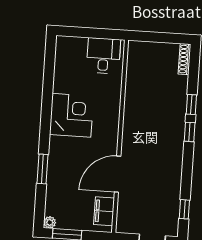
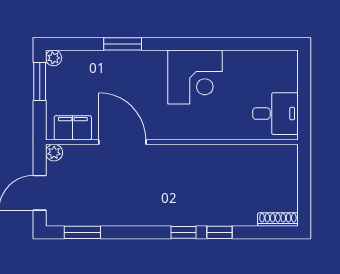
window: (184, 209) -> (82, 232), width x1.50
plant: (122, 227) -> (54, 153), added

